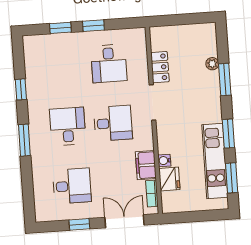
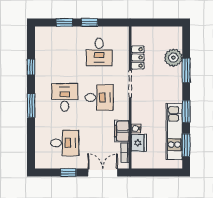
plant: (212, 64) -> (173, 58), width x1.88, depth x1.88

